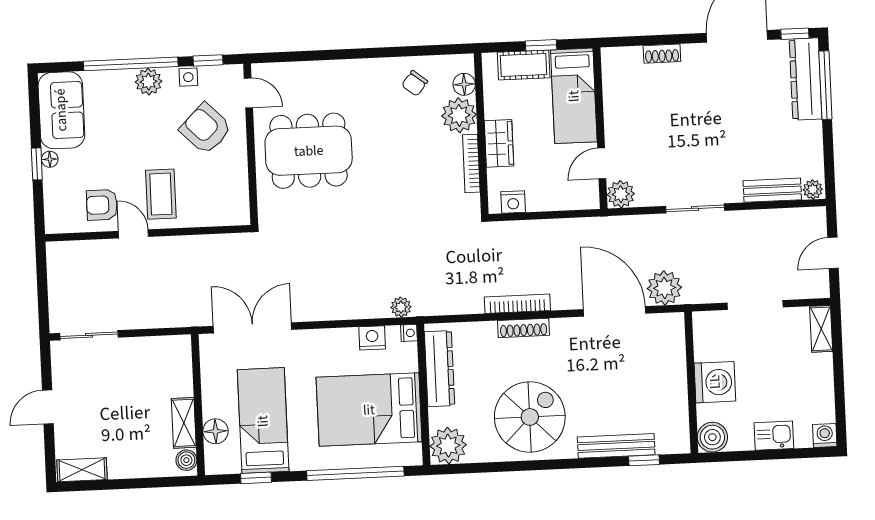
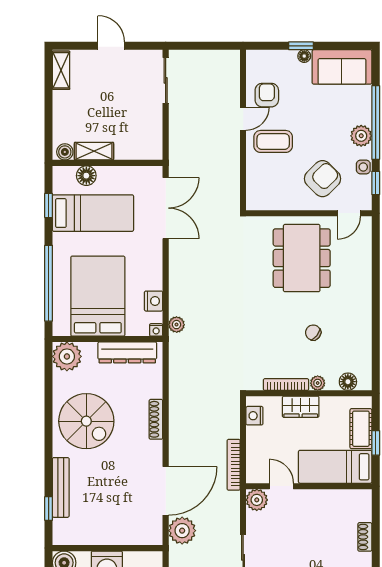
chair: (415, 83) -> (313, 333), moved
plant: (459, 115) -> (318, 383), width x0.53, depth x0.53
bookcase: (517, 304) -> (234, 465), moved, turned 180

